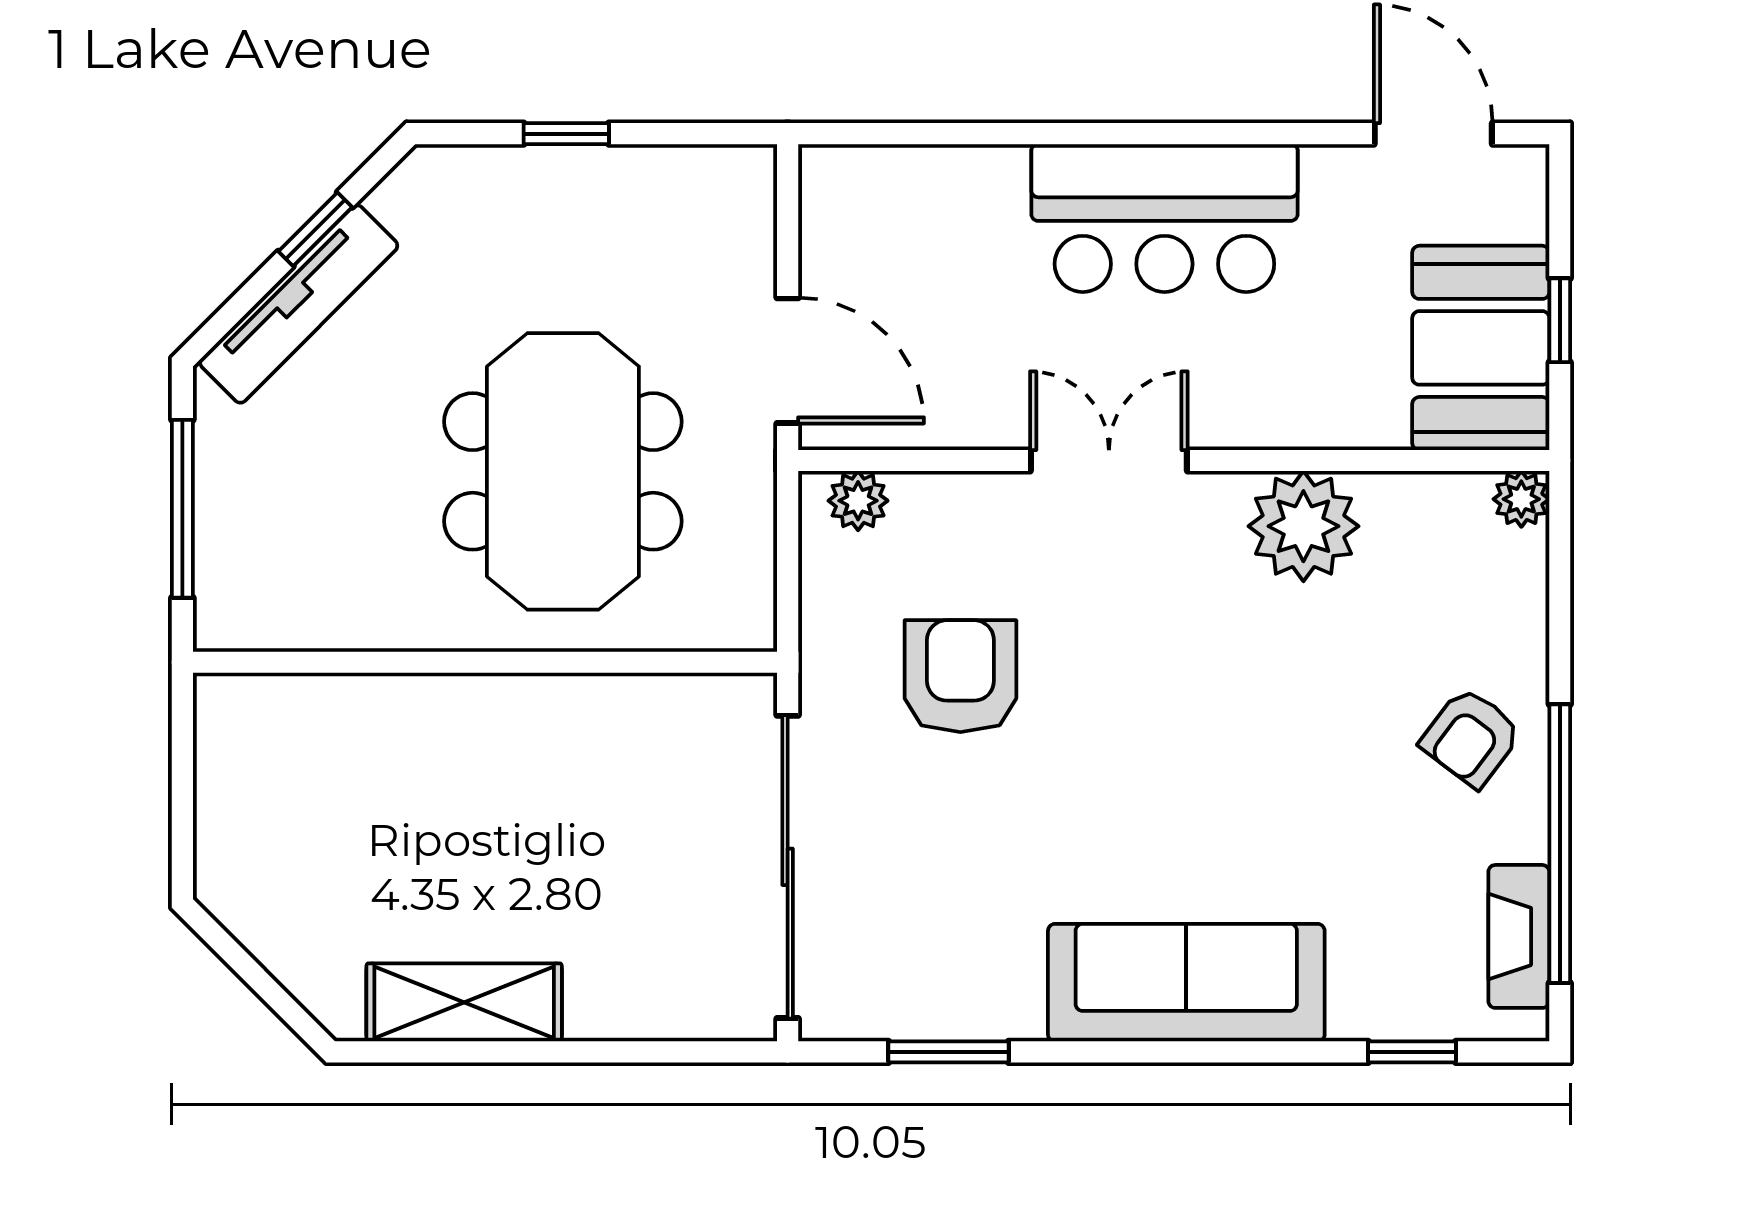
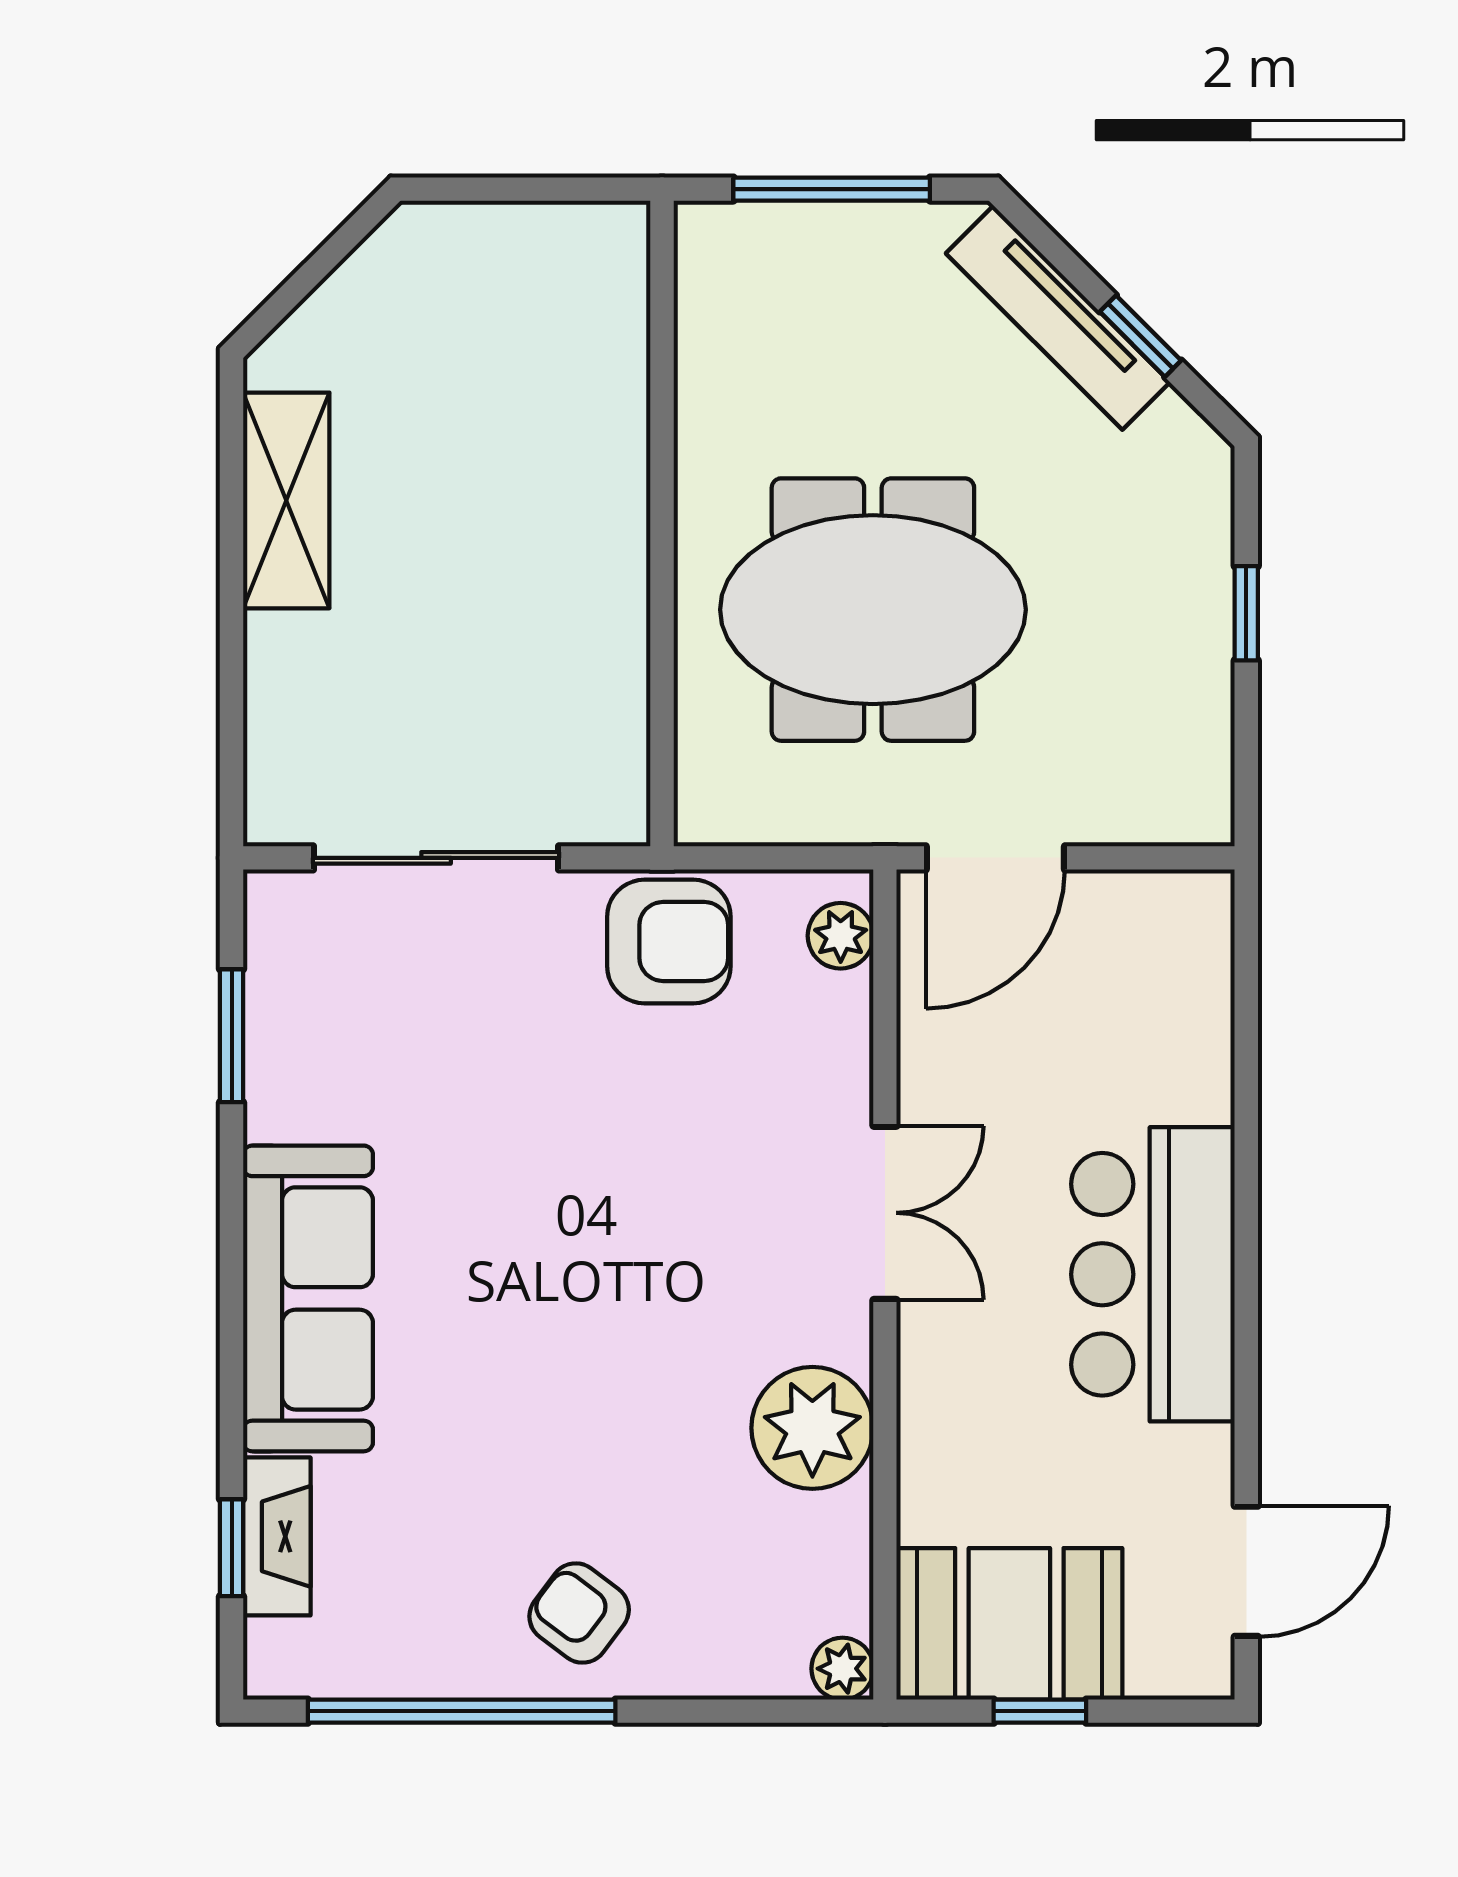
armchair: (960, 676) -> (669, 941), moved
sliding door: (788, 867) -> (436, 858), width x0.73
fireplace: (1519, 936) -> (277, 1536), moved, turned 90

